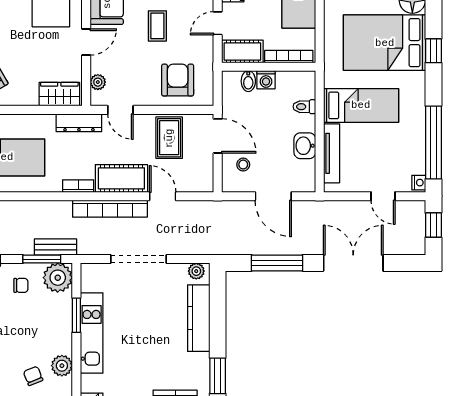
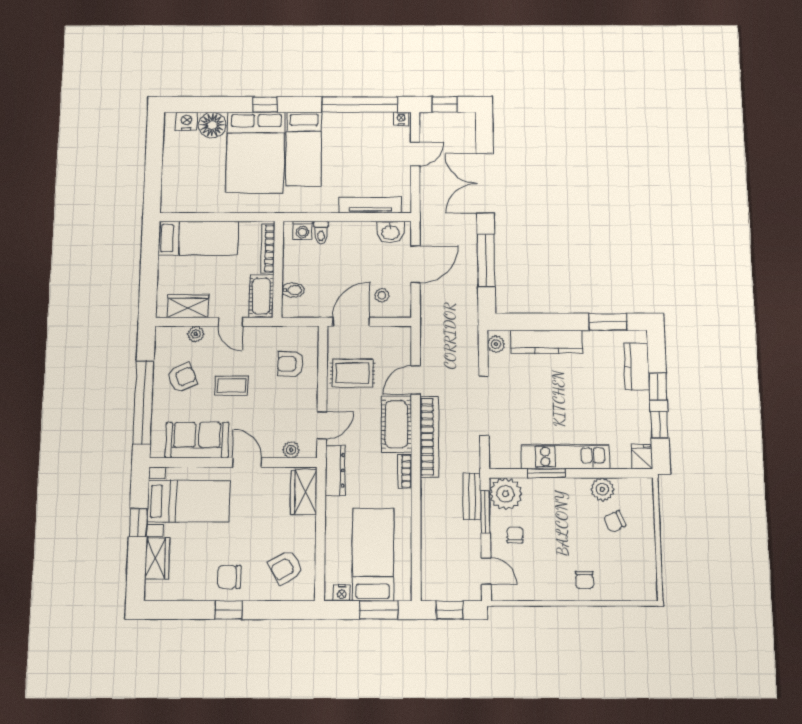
armchair: (178, 80) -> (290, 364), width x0.72, depth x0.72
washing machine: (266, 80) -> (303, 230), moved, turned 90
bed: (361, 105) -> (304, 149), moved, turned 180
washbasin: (305, 146) -> (390, 232), moved

